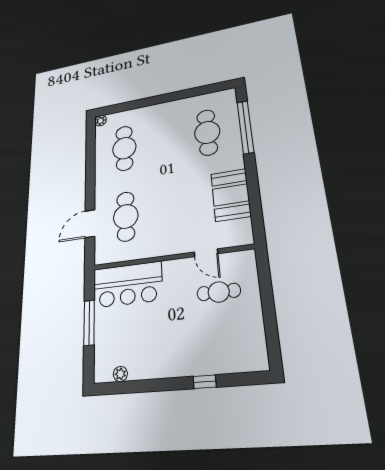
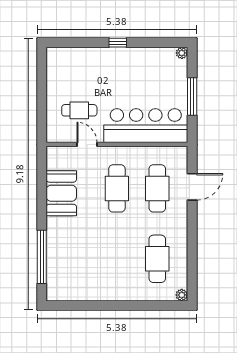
cafe table: (207, 132) -> (117, 188), moved
bar counter: (127, 284) -> (146, 126), width x1.36
plant: (120, 374) -> (182, 53), moved
window: (205, 382) -> (118, 43), moved

